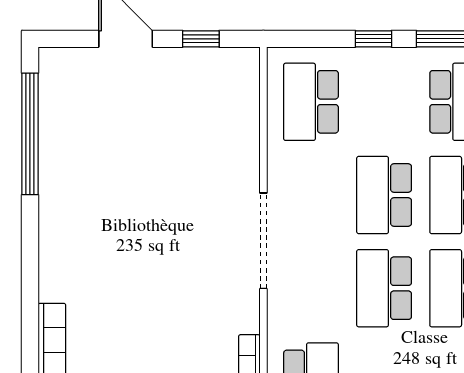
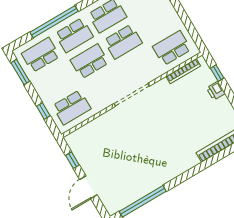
window: (373, 39) -> (43, 111), moved
school desk: (384, 195) -> (90, 61), turned 180

